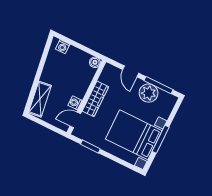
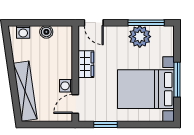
boiler: (95, 62) -> (46, 32), moved
door: (131, 71) -> (94, 23), moved
shelving: (40, 99) -> (25, 91), width x1.47
wardrobe: (95, 99) -> (86, 64), width x0.67

